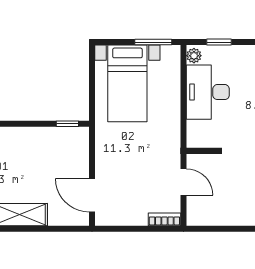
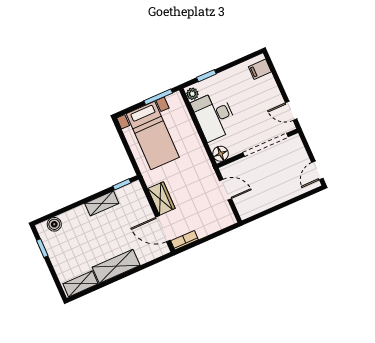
shelving: (35, 135) -> (102, 203), added
floor lamp: (196, 138) -> (221, 154), added
wardrobe: (106, 160) -> (161, 198), added
bookcase: (164, 219) -> (185, 240), moved

